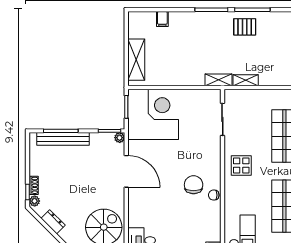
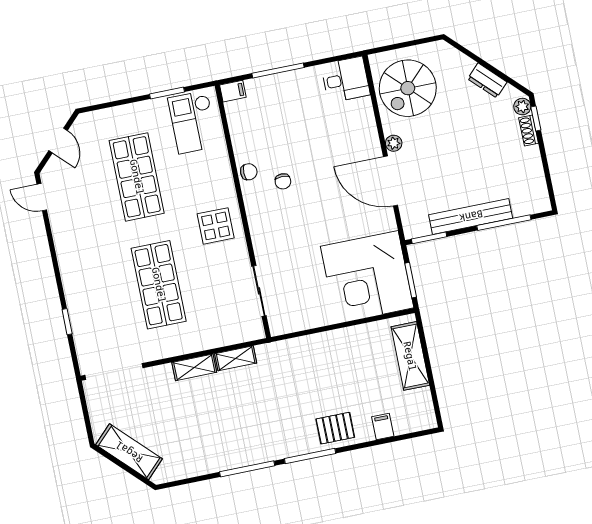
pallet: (245, 27) -> (335, 428), moved
shelving: (219, 80) -> (194, 367), moved
plant: (120, 138) -> (394, 143), moved
bench: (63, 139) -> (471, 216), moved
chair: (194, 185) -> (283, 181), width x0.54, depth x0.54

